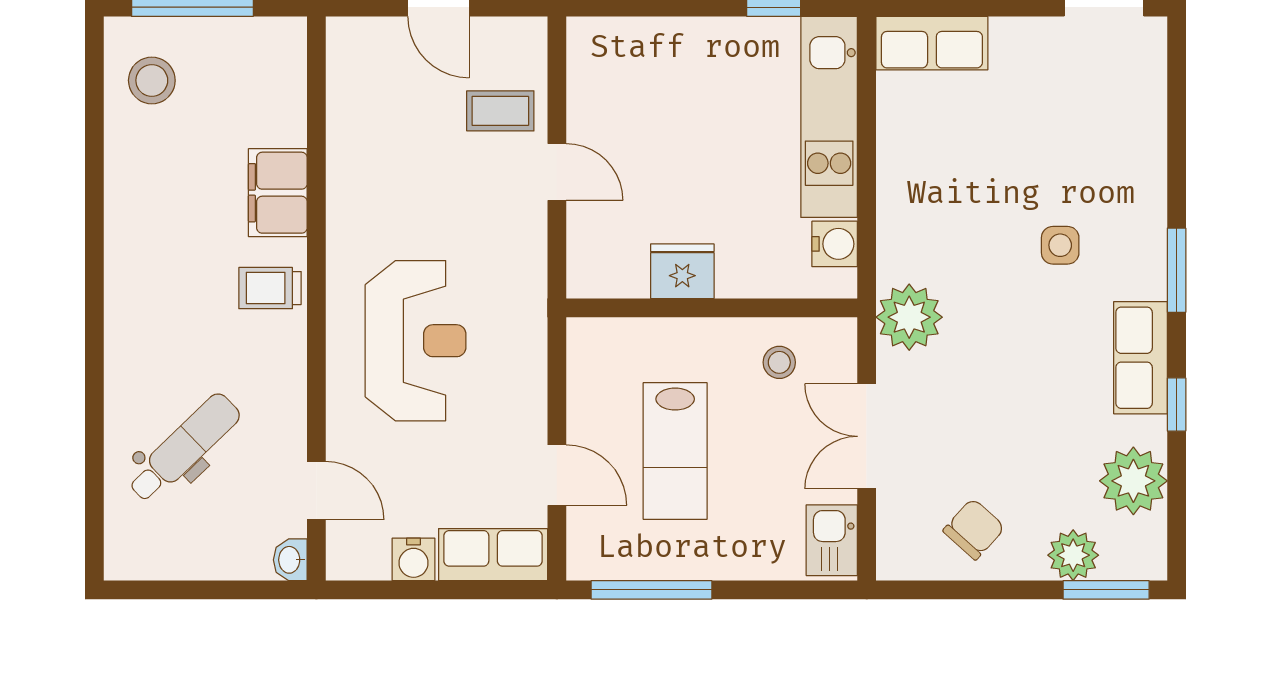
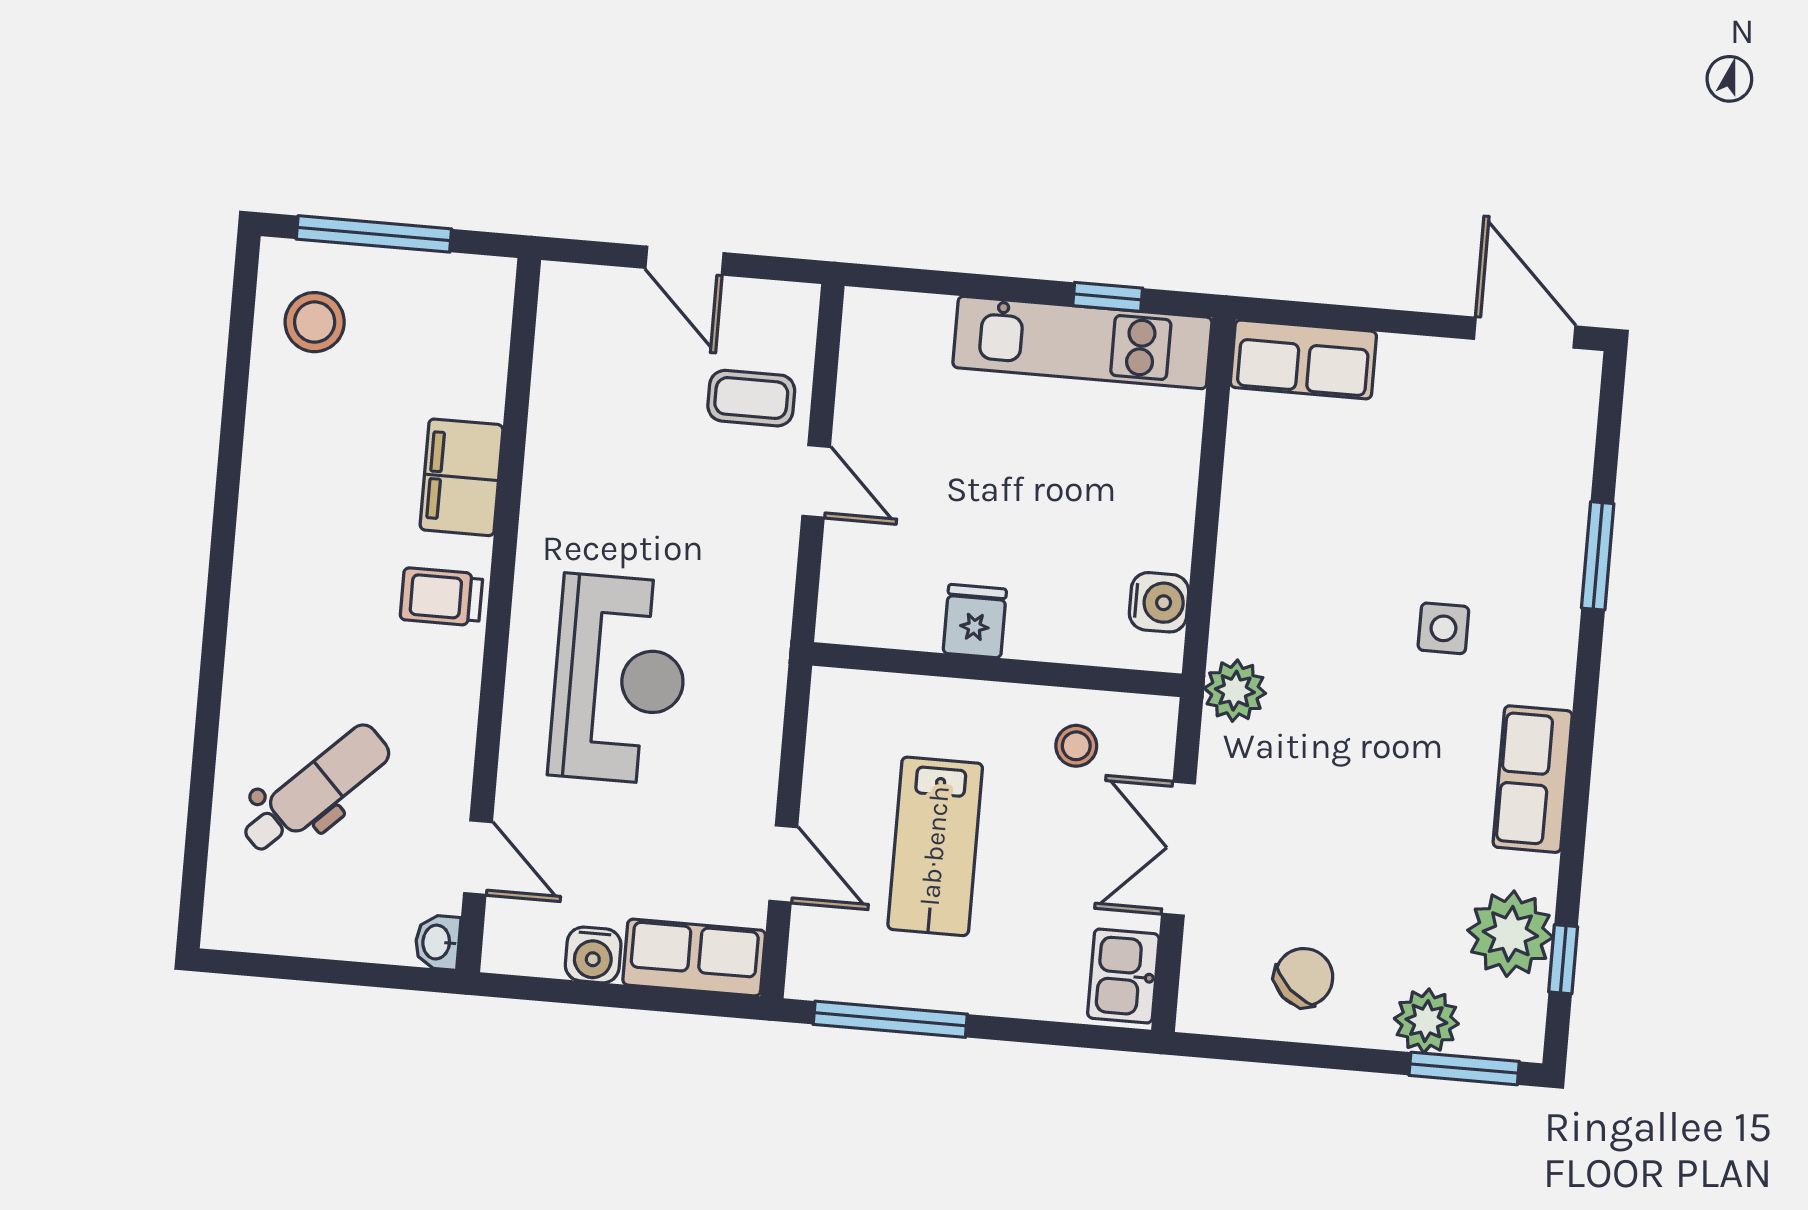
kitchen unit: (829, 117) -> (1082, 342), moved, turned -90
window: (1177, 270) -> (1598, 556), moved
fridge: (682, 271) -> (975, 621), width x0.72
plant: (909, 317) -> (1235, 691), width x0.73, depth x0.73
window: (1177, 404) -> (1563, 959), moved

